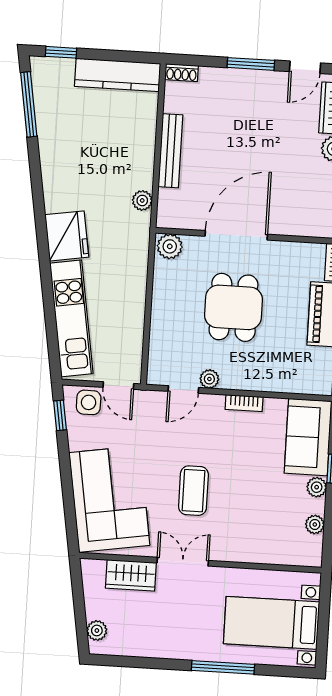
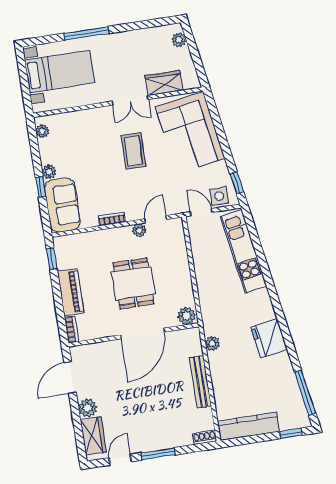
fridge: (67, 236) -> (269, 338), moved
plant: (315, 524) -> (42, 131), moved

